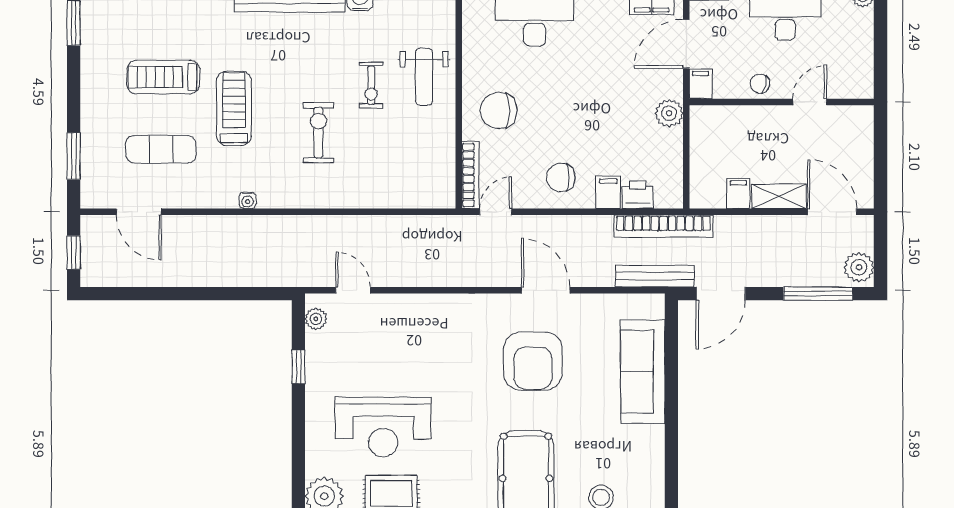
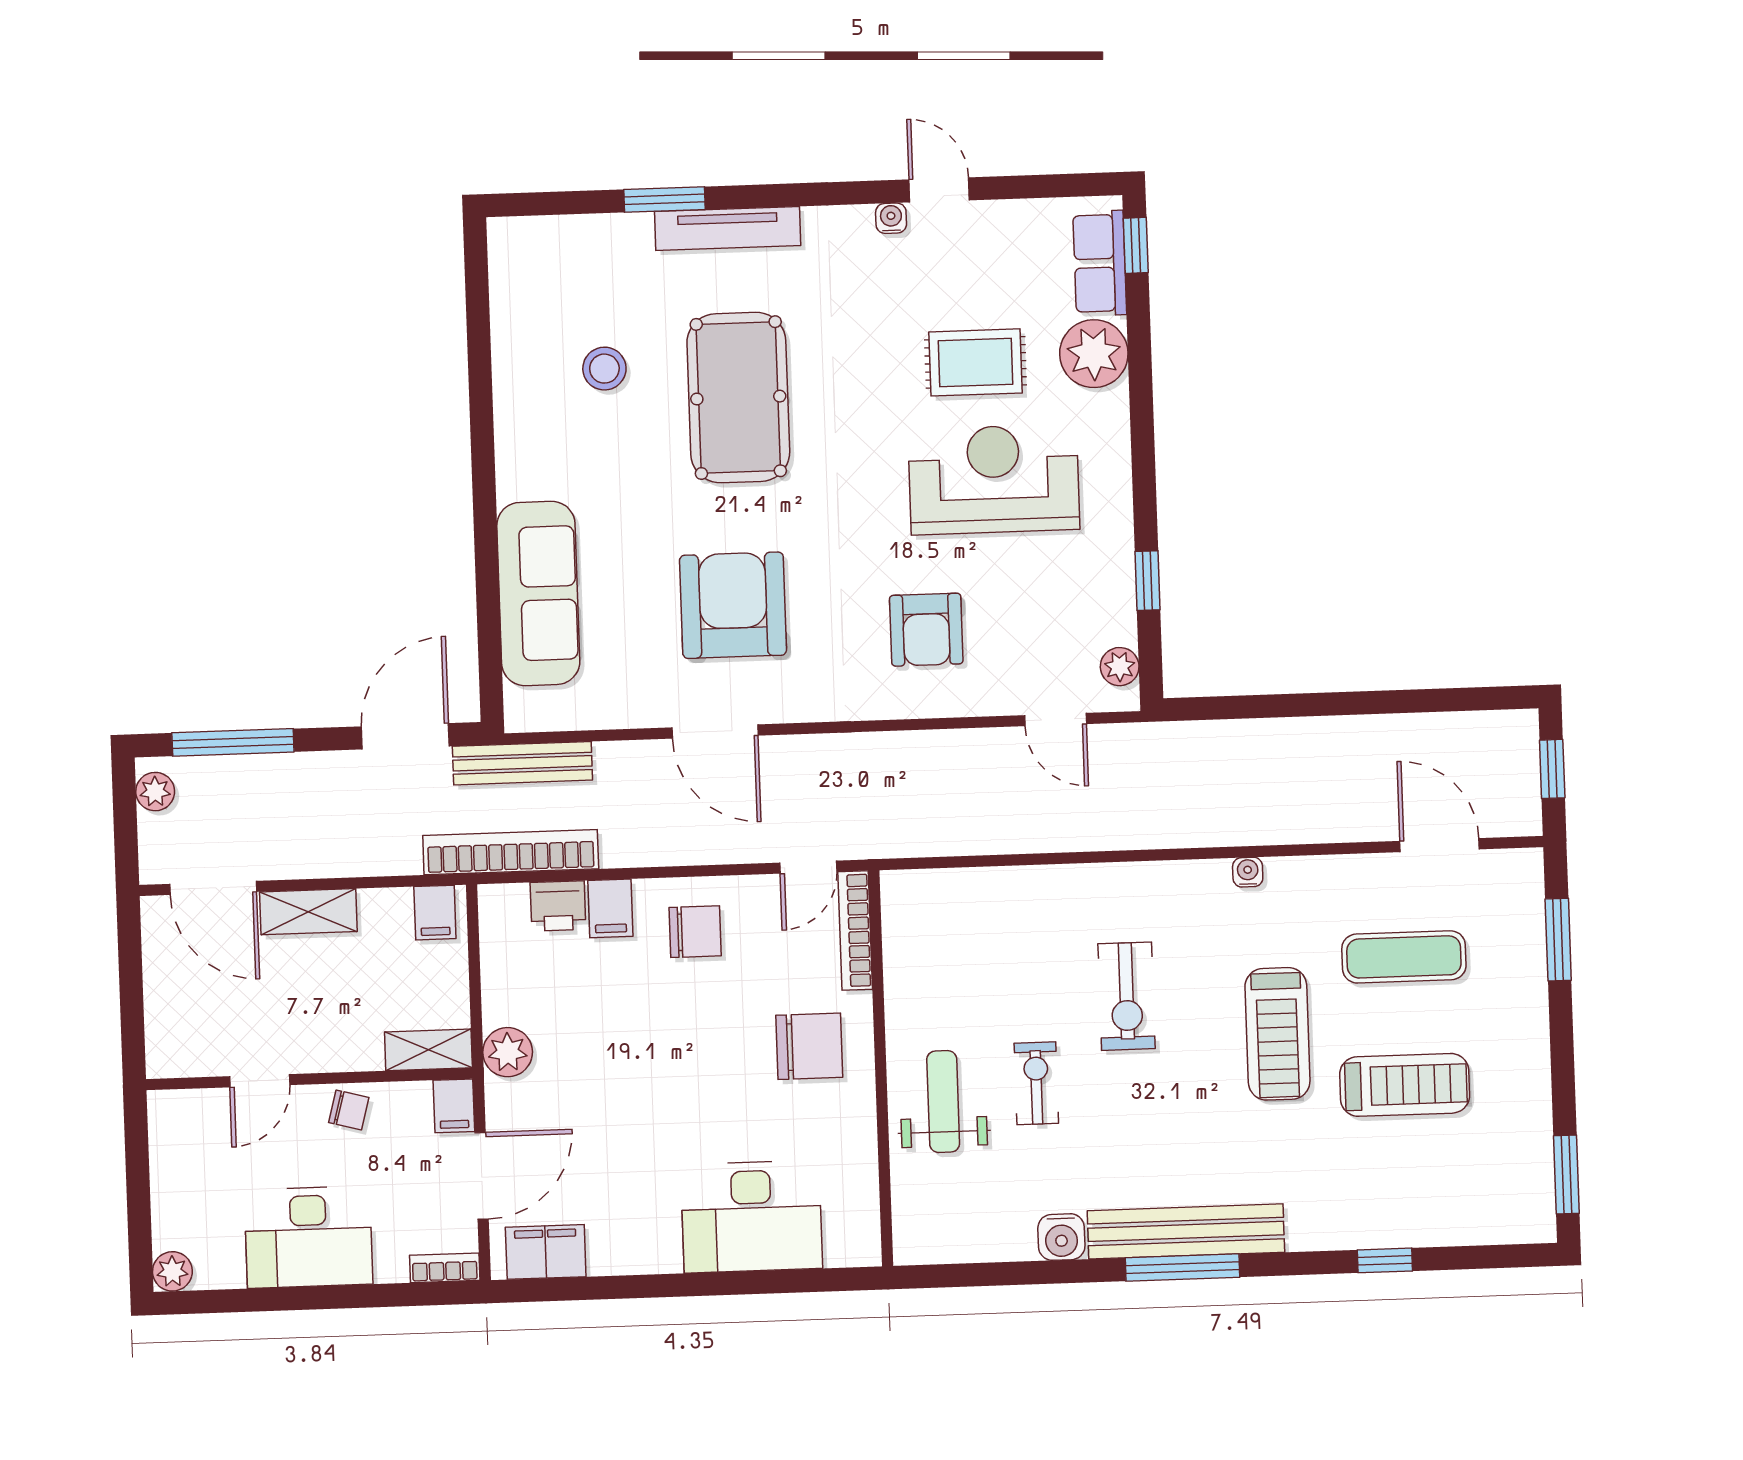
shelving: (714, 116) -> (428, 1050), added
filing cabinet: (738, 193) -> (435, 913), moved
plant: (859, 267) -> (155, 792), width x0.73, depth x0.73
armchair: (424, 344) -> (926, 630), added

